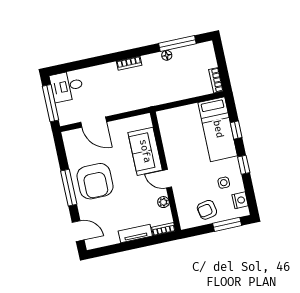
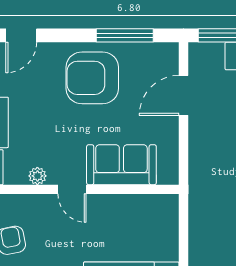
door: (167, 179) -> (72, 189), swing flipped
window: (69, 188) -> (125, 35), moved

